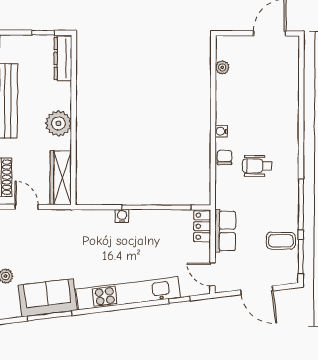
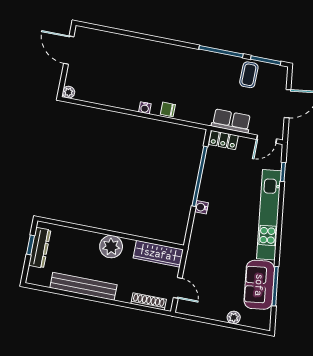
dresser: (63, 59) -> (40, 248), moved, turned -90
plant: (222, 67) -> (69, 92), moved
wheelchair: (257, 166) -> (180, 83), removed
door: (27, 207) -> (178, 288), swing flipped

